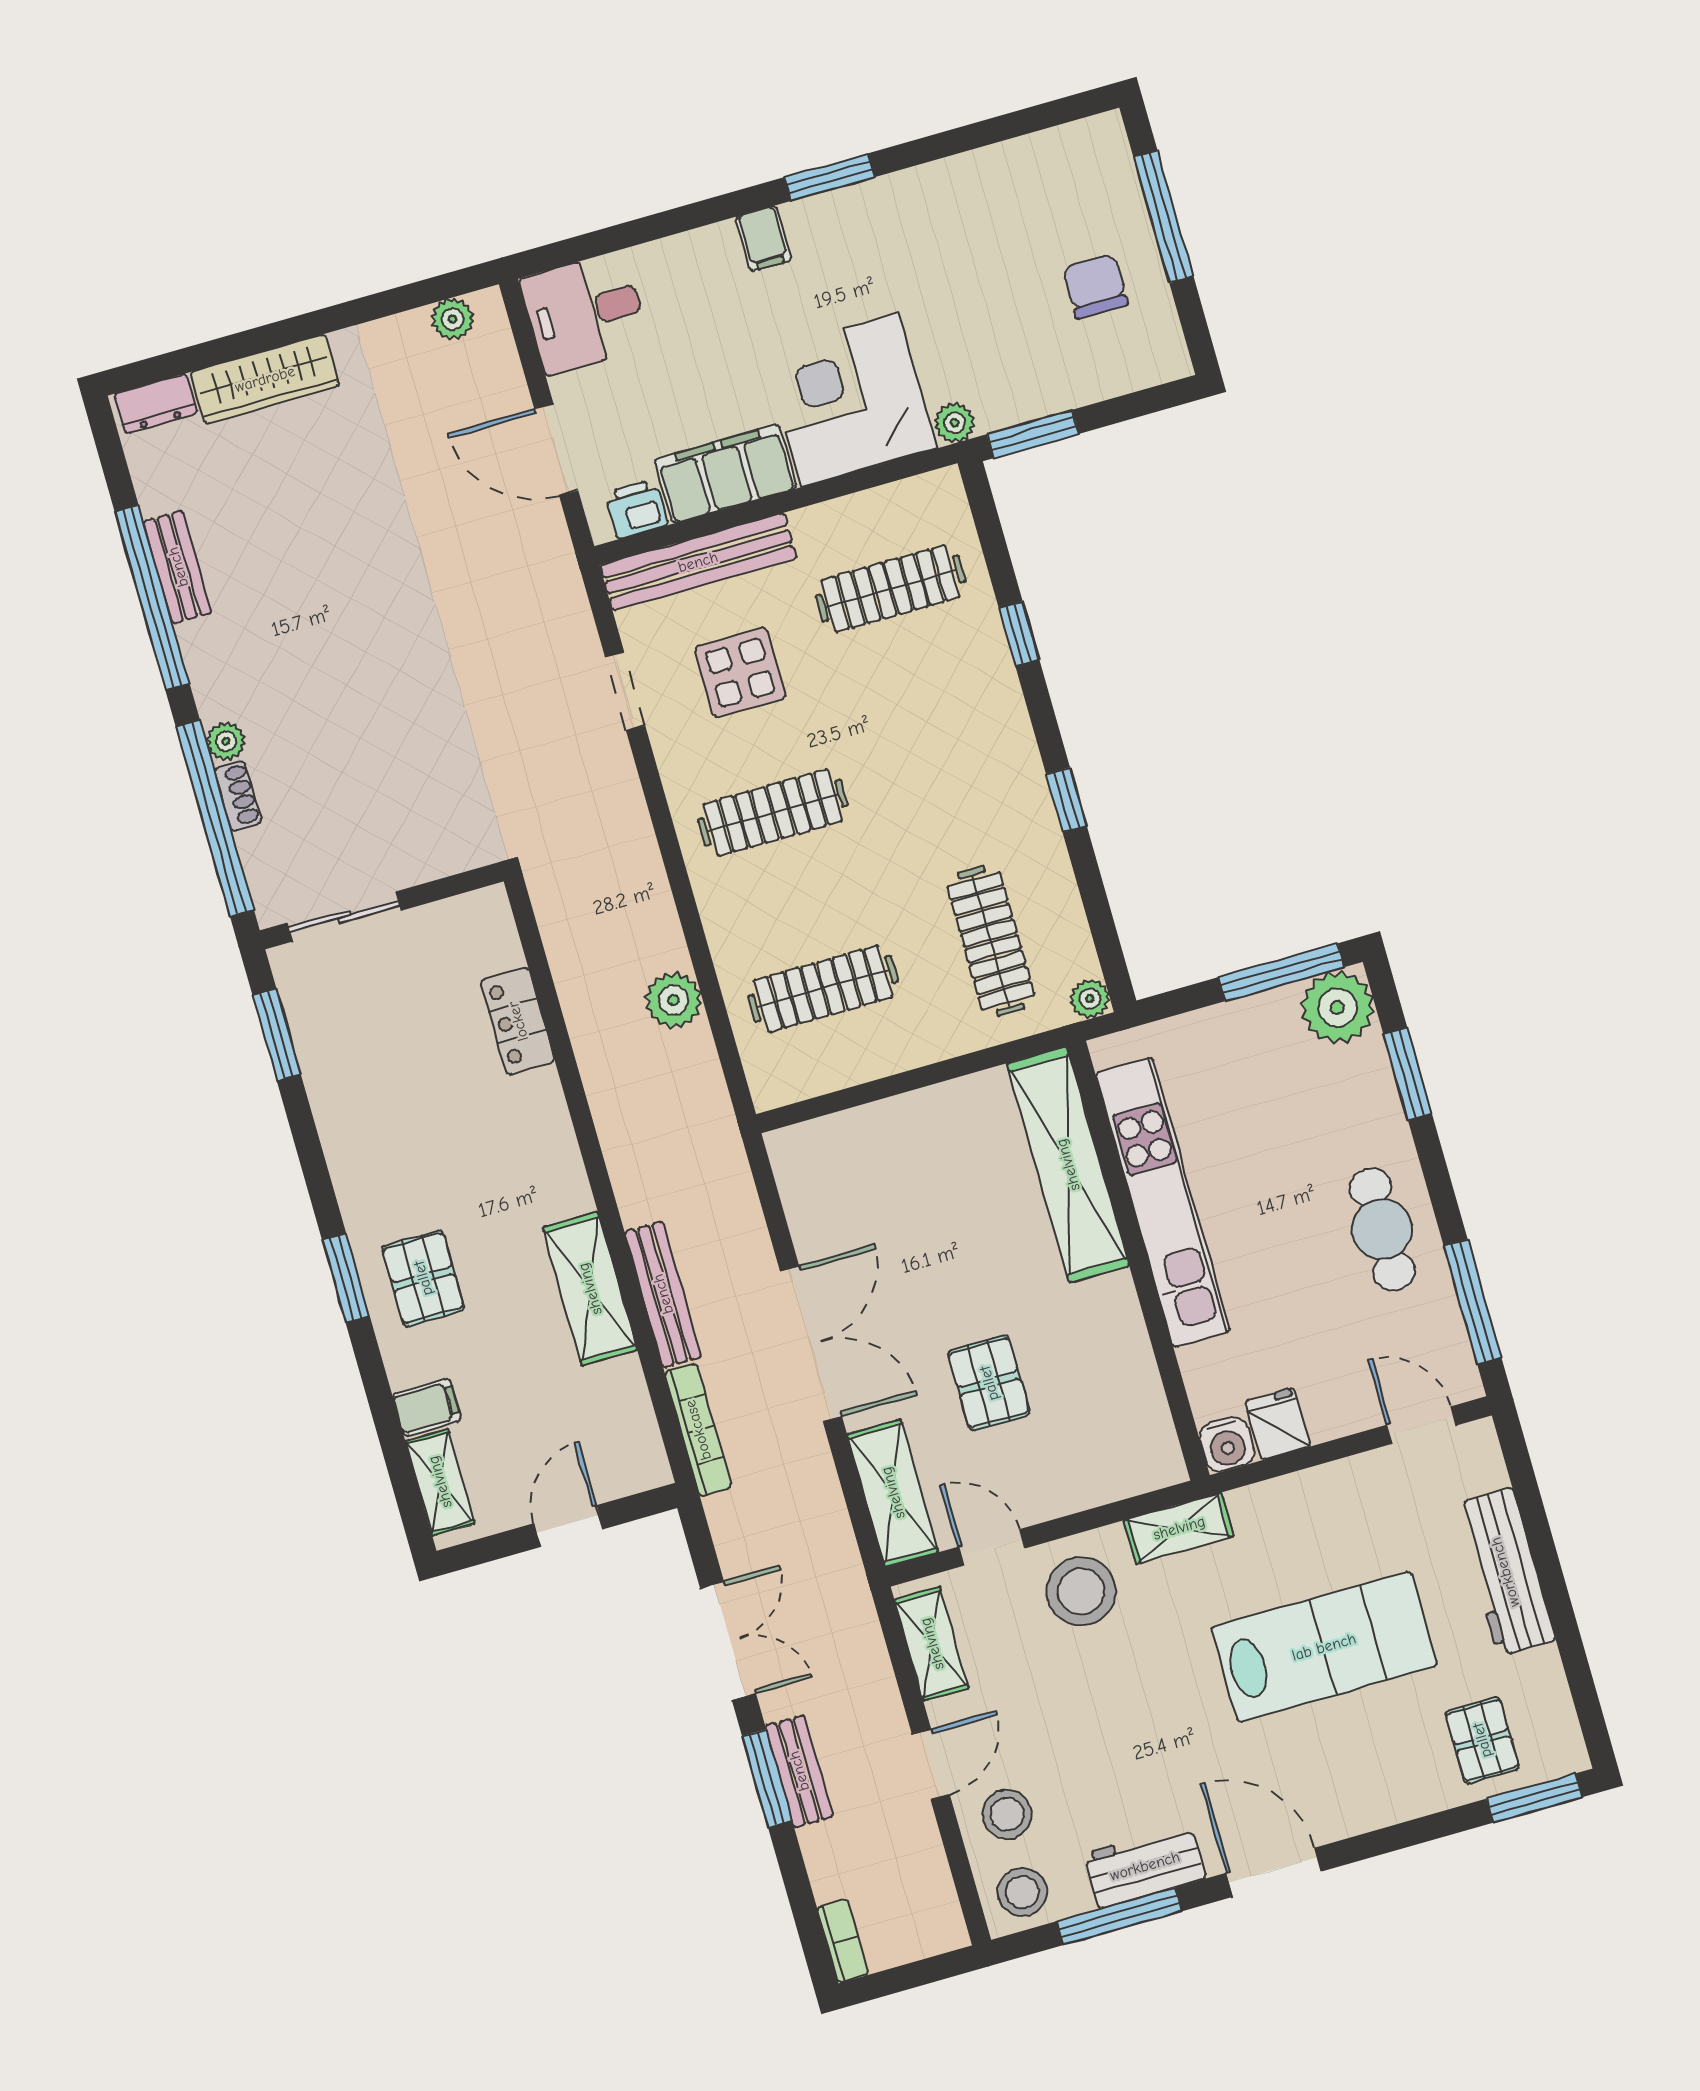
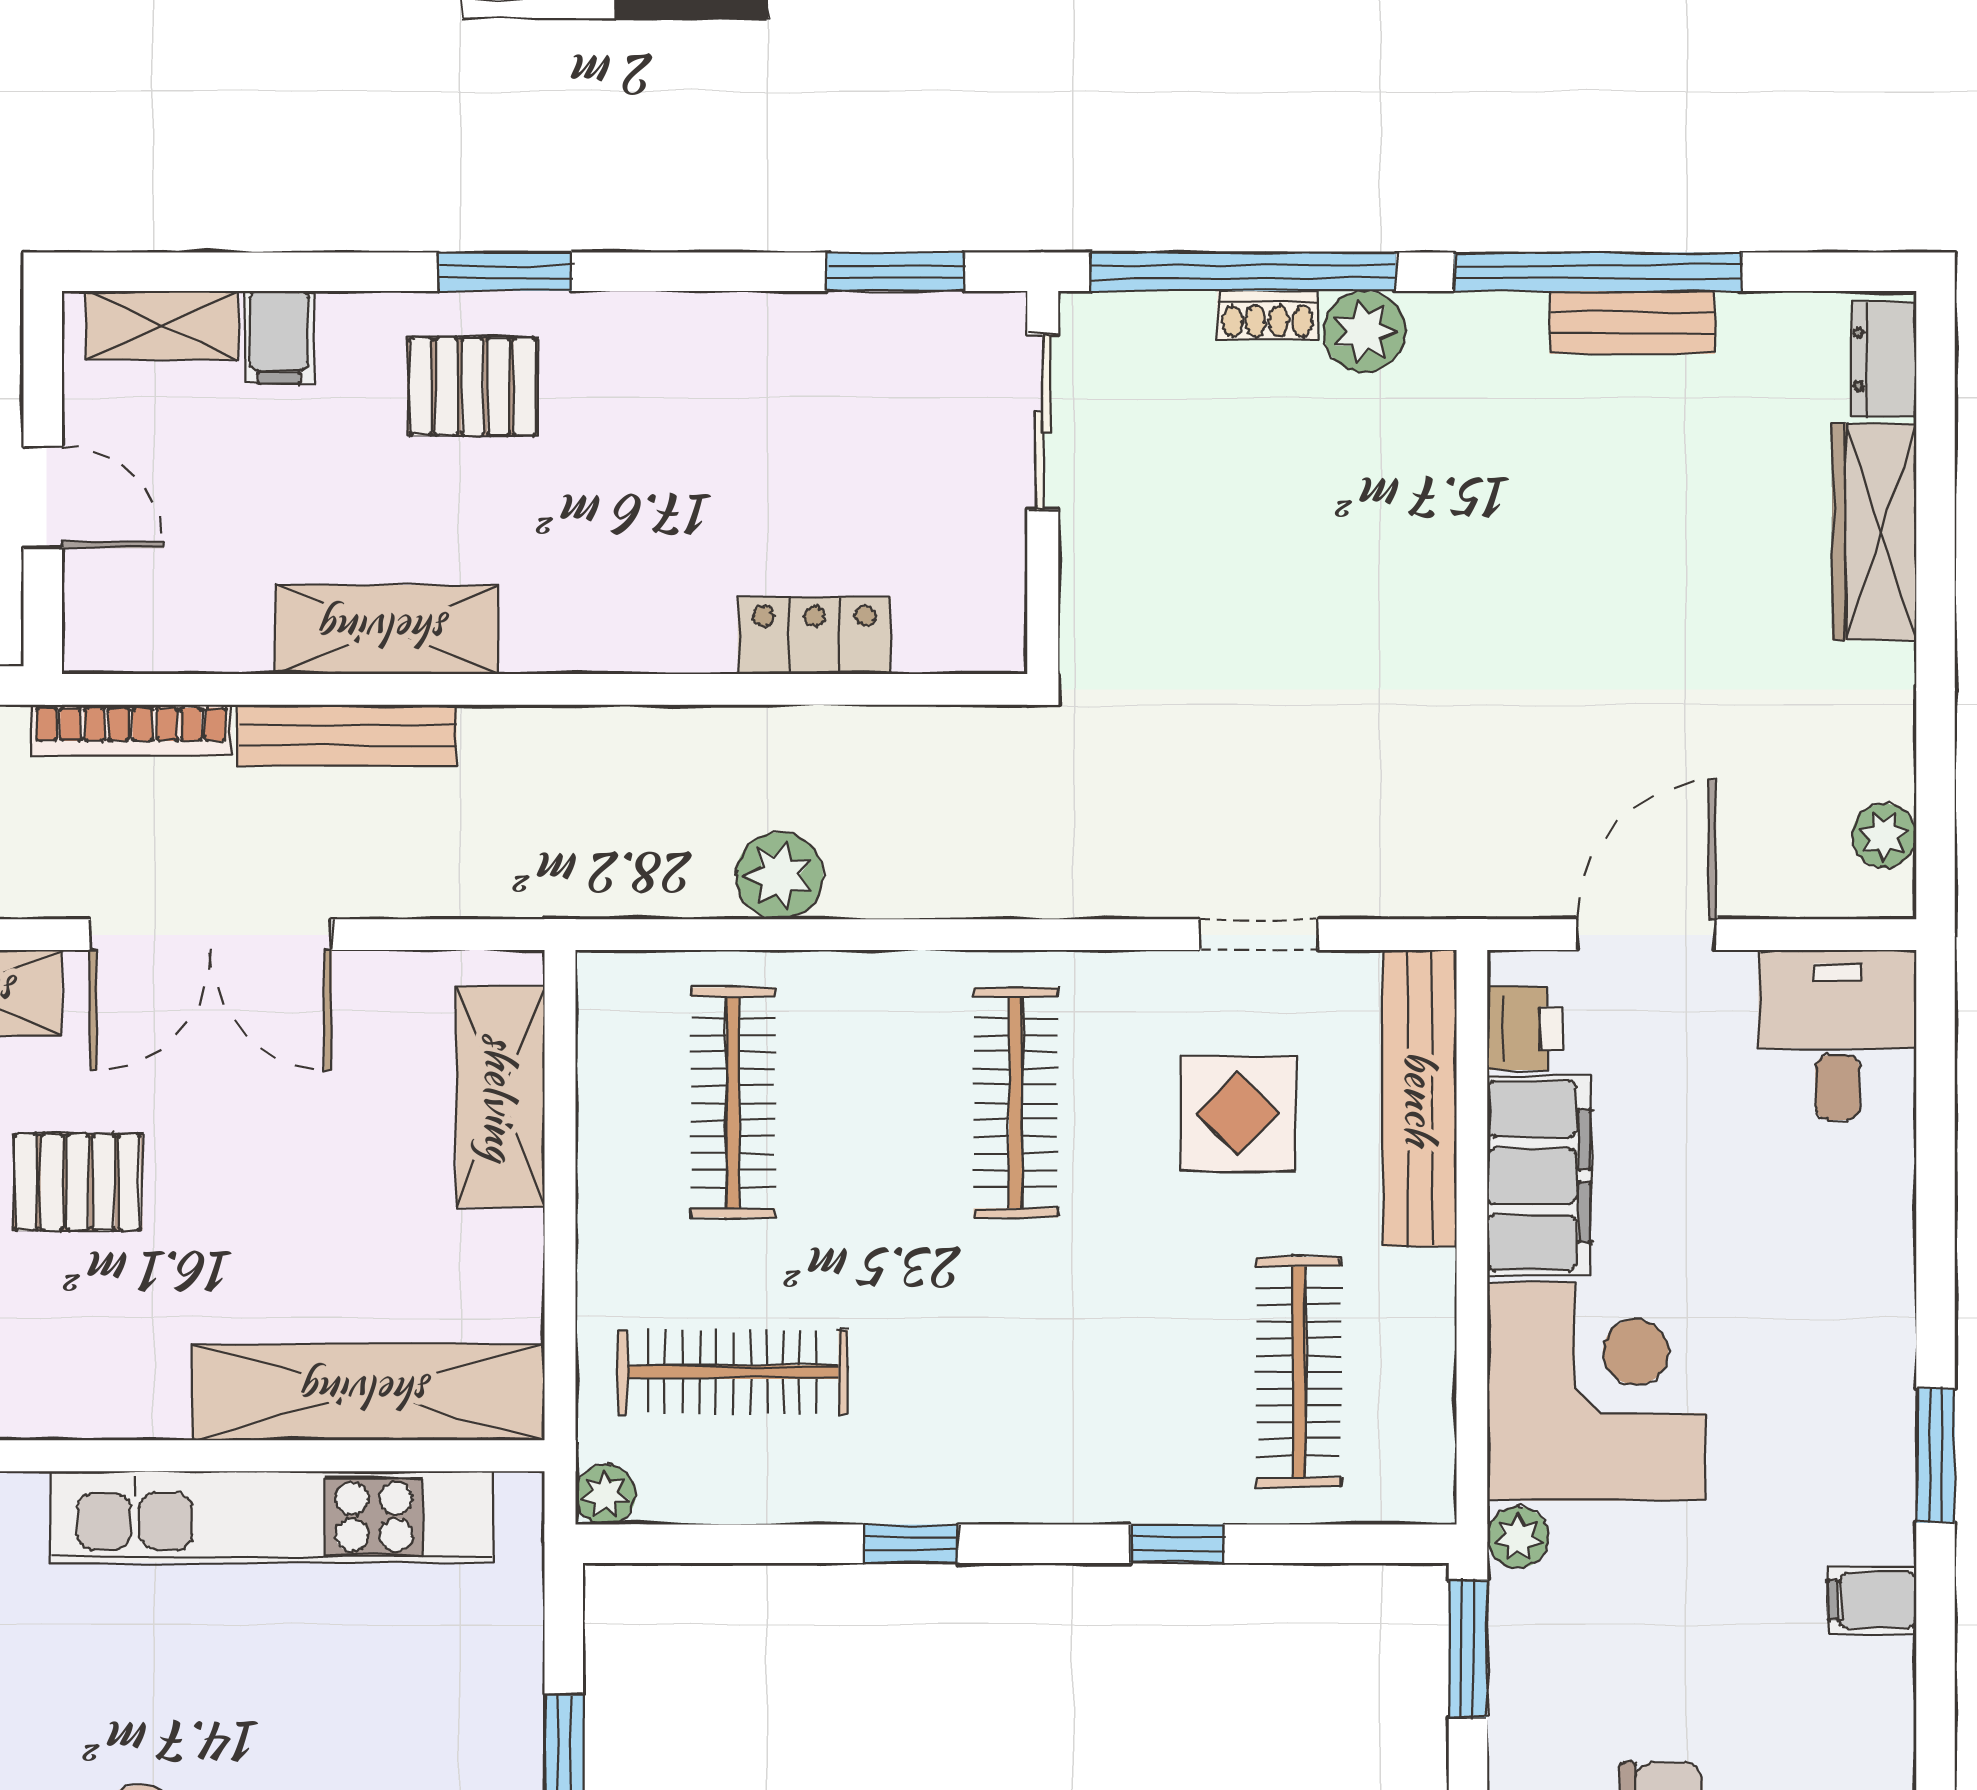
filing cabinet: (763, 239) -> (1872, 1600), moved
plant: (226, 741) -> (1364, 332), width x1.38, depth x1.38
shelving: (861, 1135) -> (500, 1097), added

